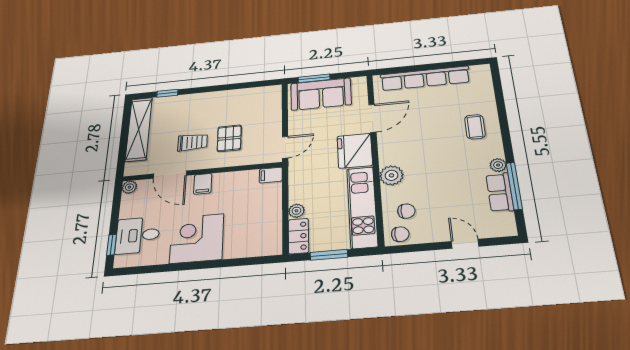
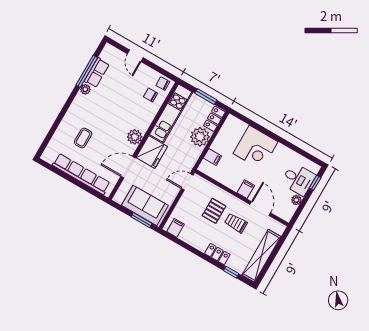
filing cabinet: (266, 95) -> (176, 228), added
locker: (196, 100) -> (217, 254), added
coffee table: (475, 127) -> (83, 138), moved
filing cabinet: (271, 175) -> (212, 157), moved
plant: (391, 175) -> (135, 137), moved
plant: (129, 187) -> (296, 200), moved
plant: (296, 211) -> (200, 137), width x1.88, depth x1.88
corner desk: (197, 238) -> (256, 148), moved

